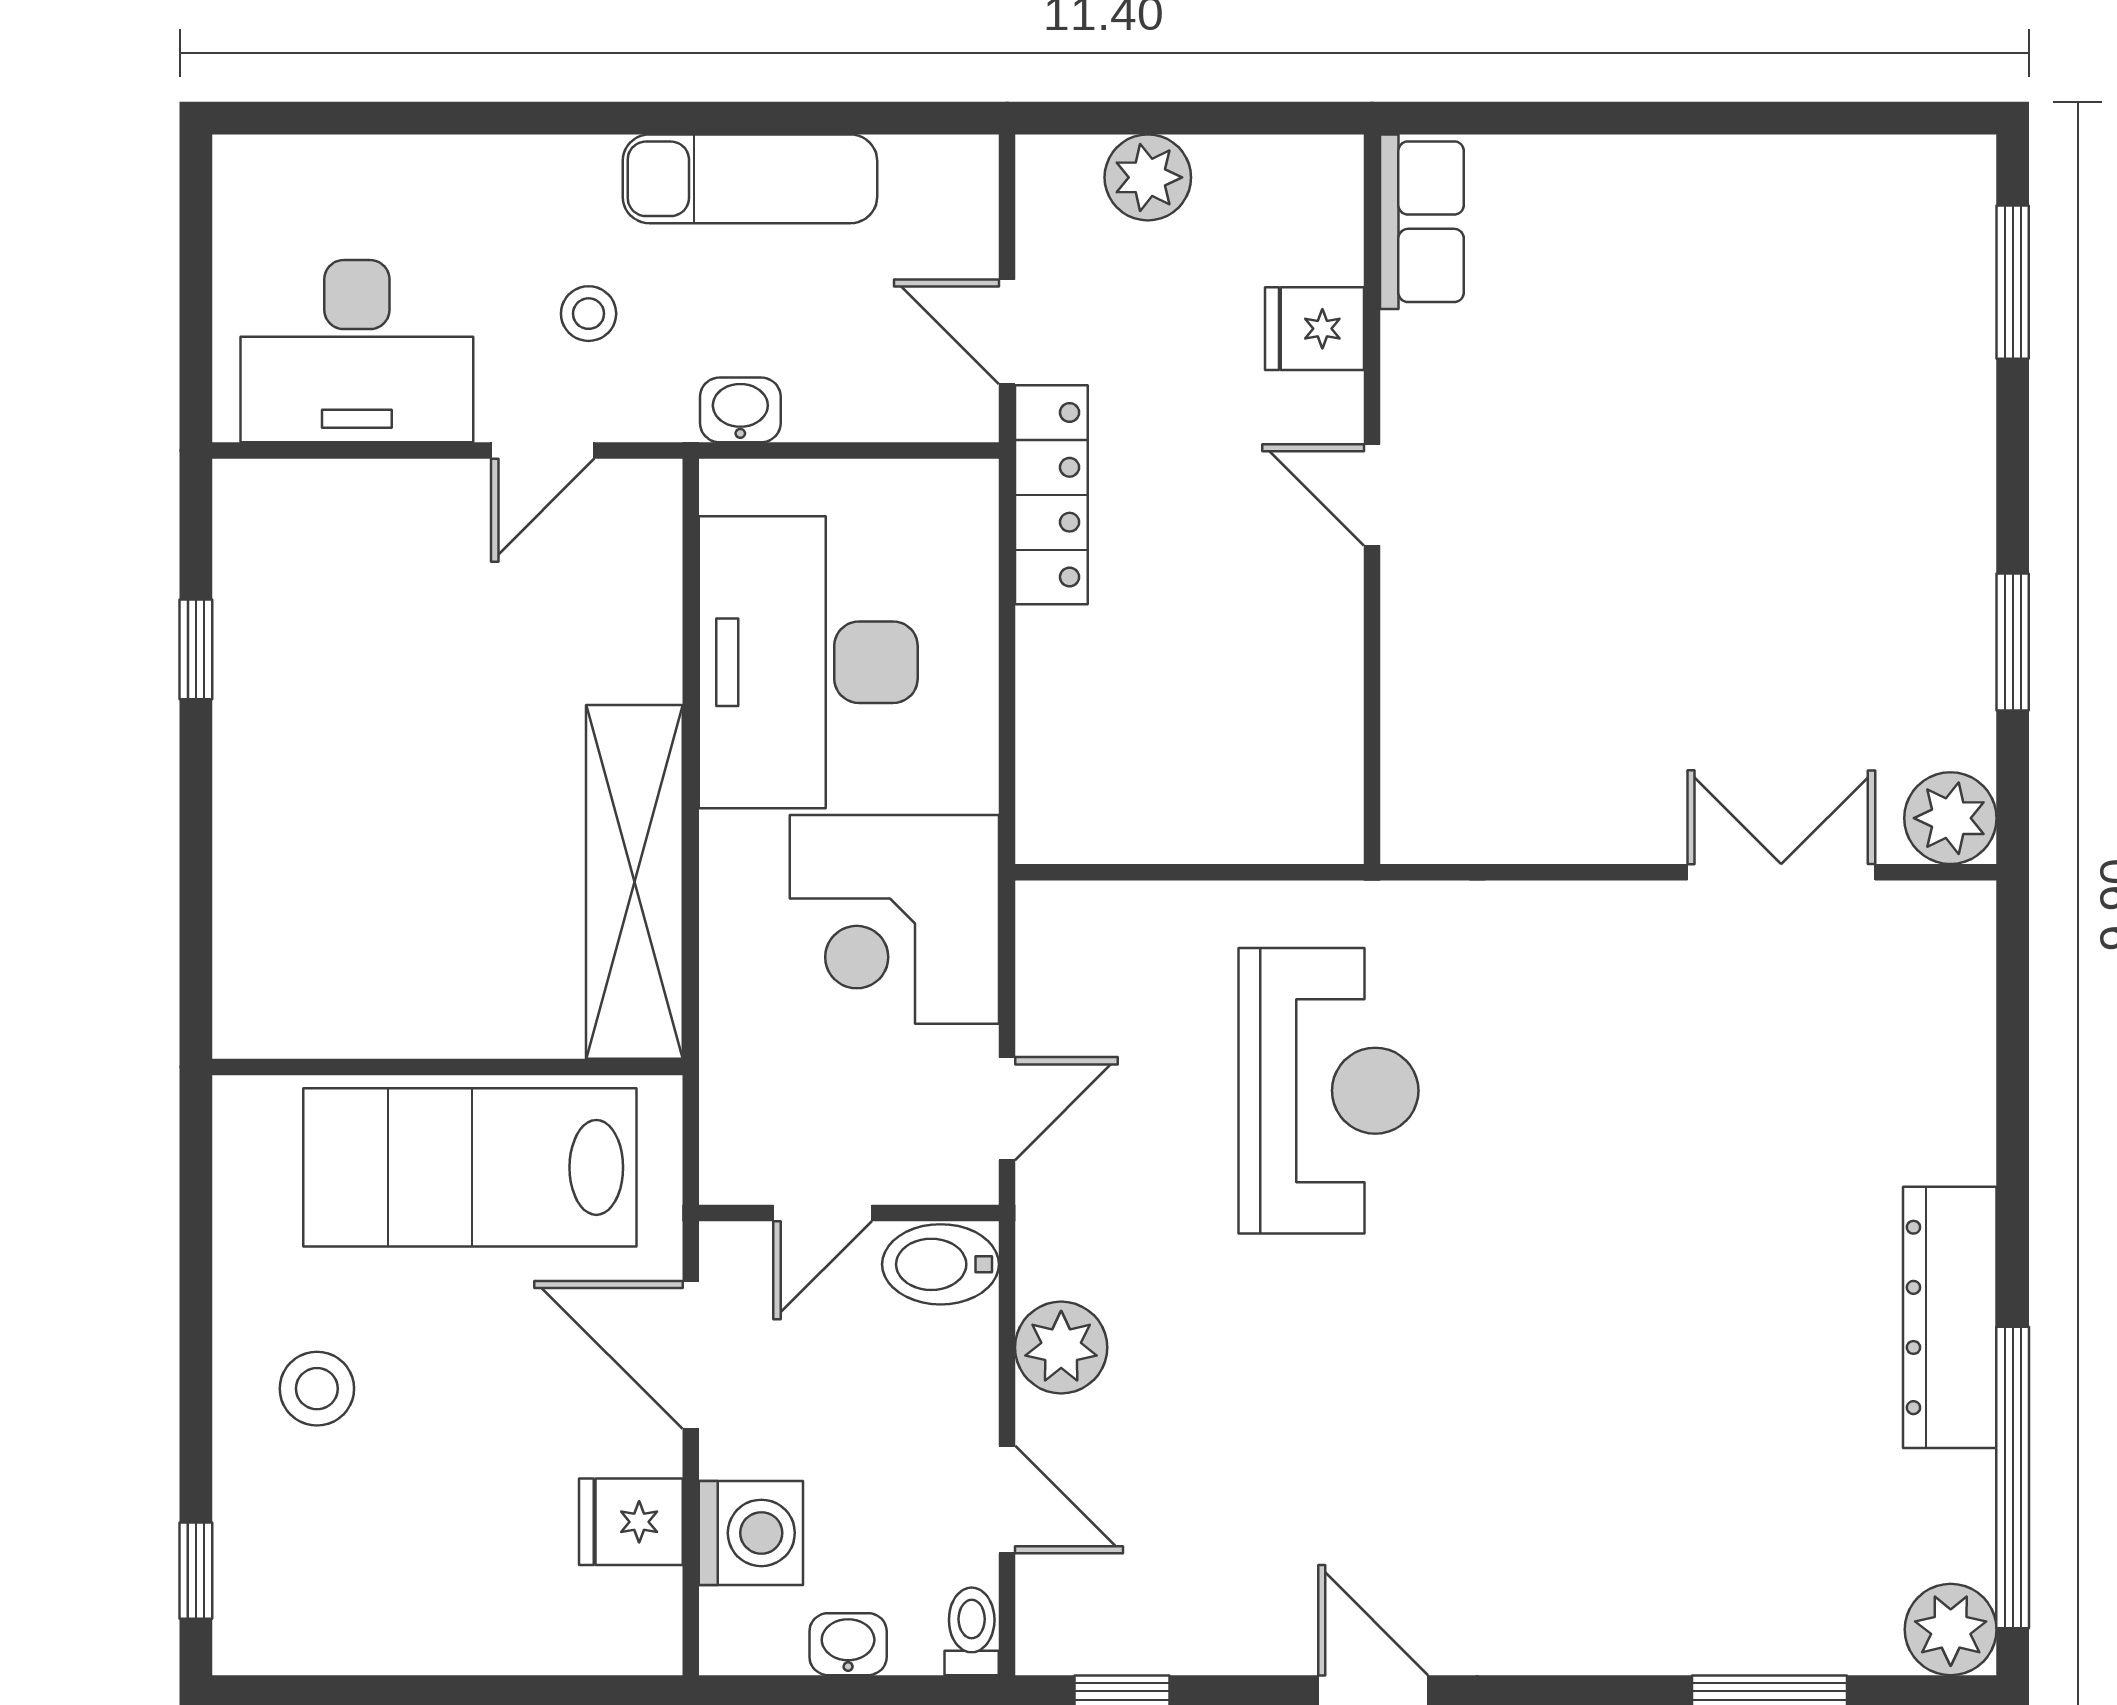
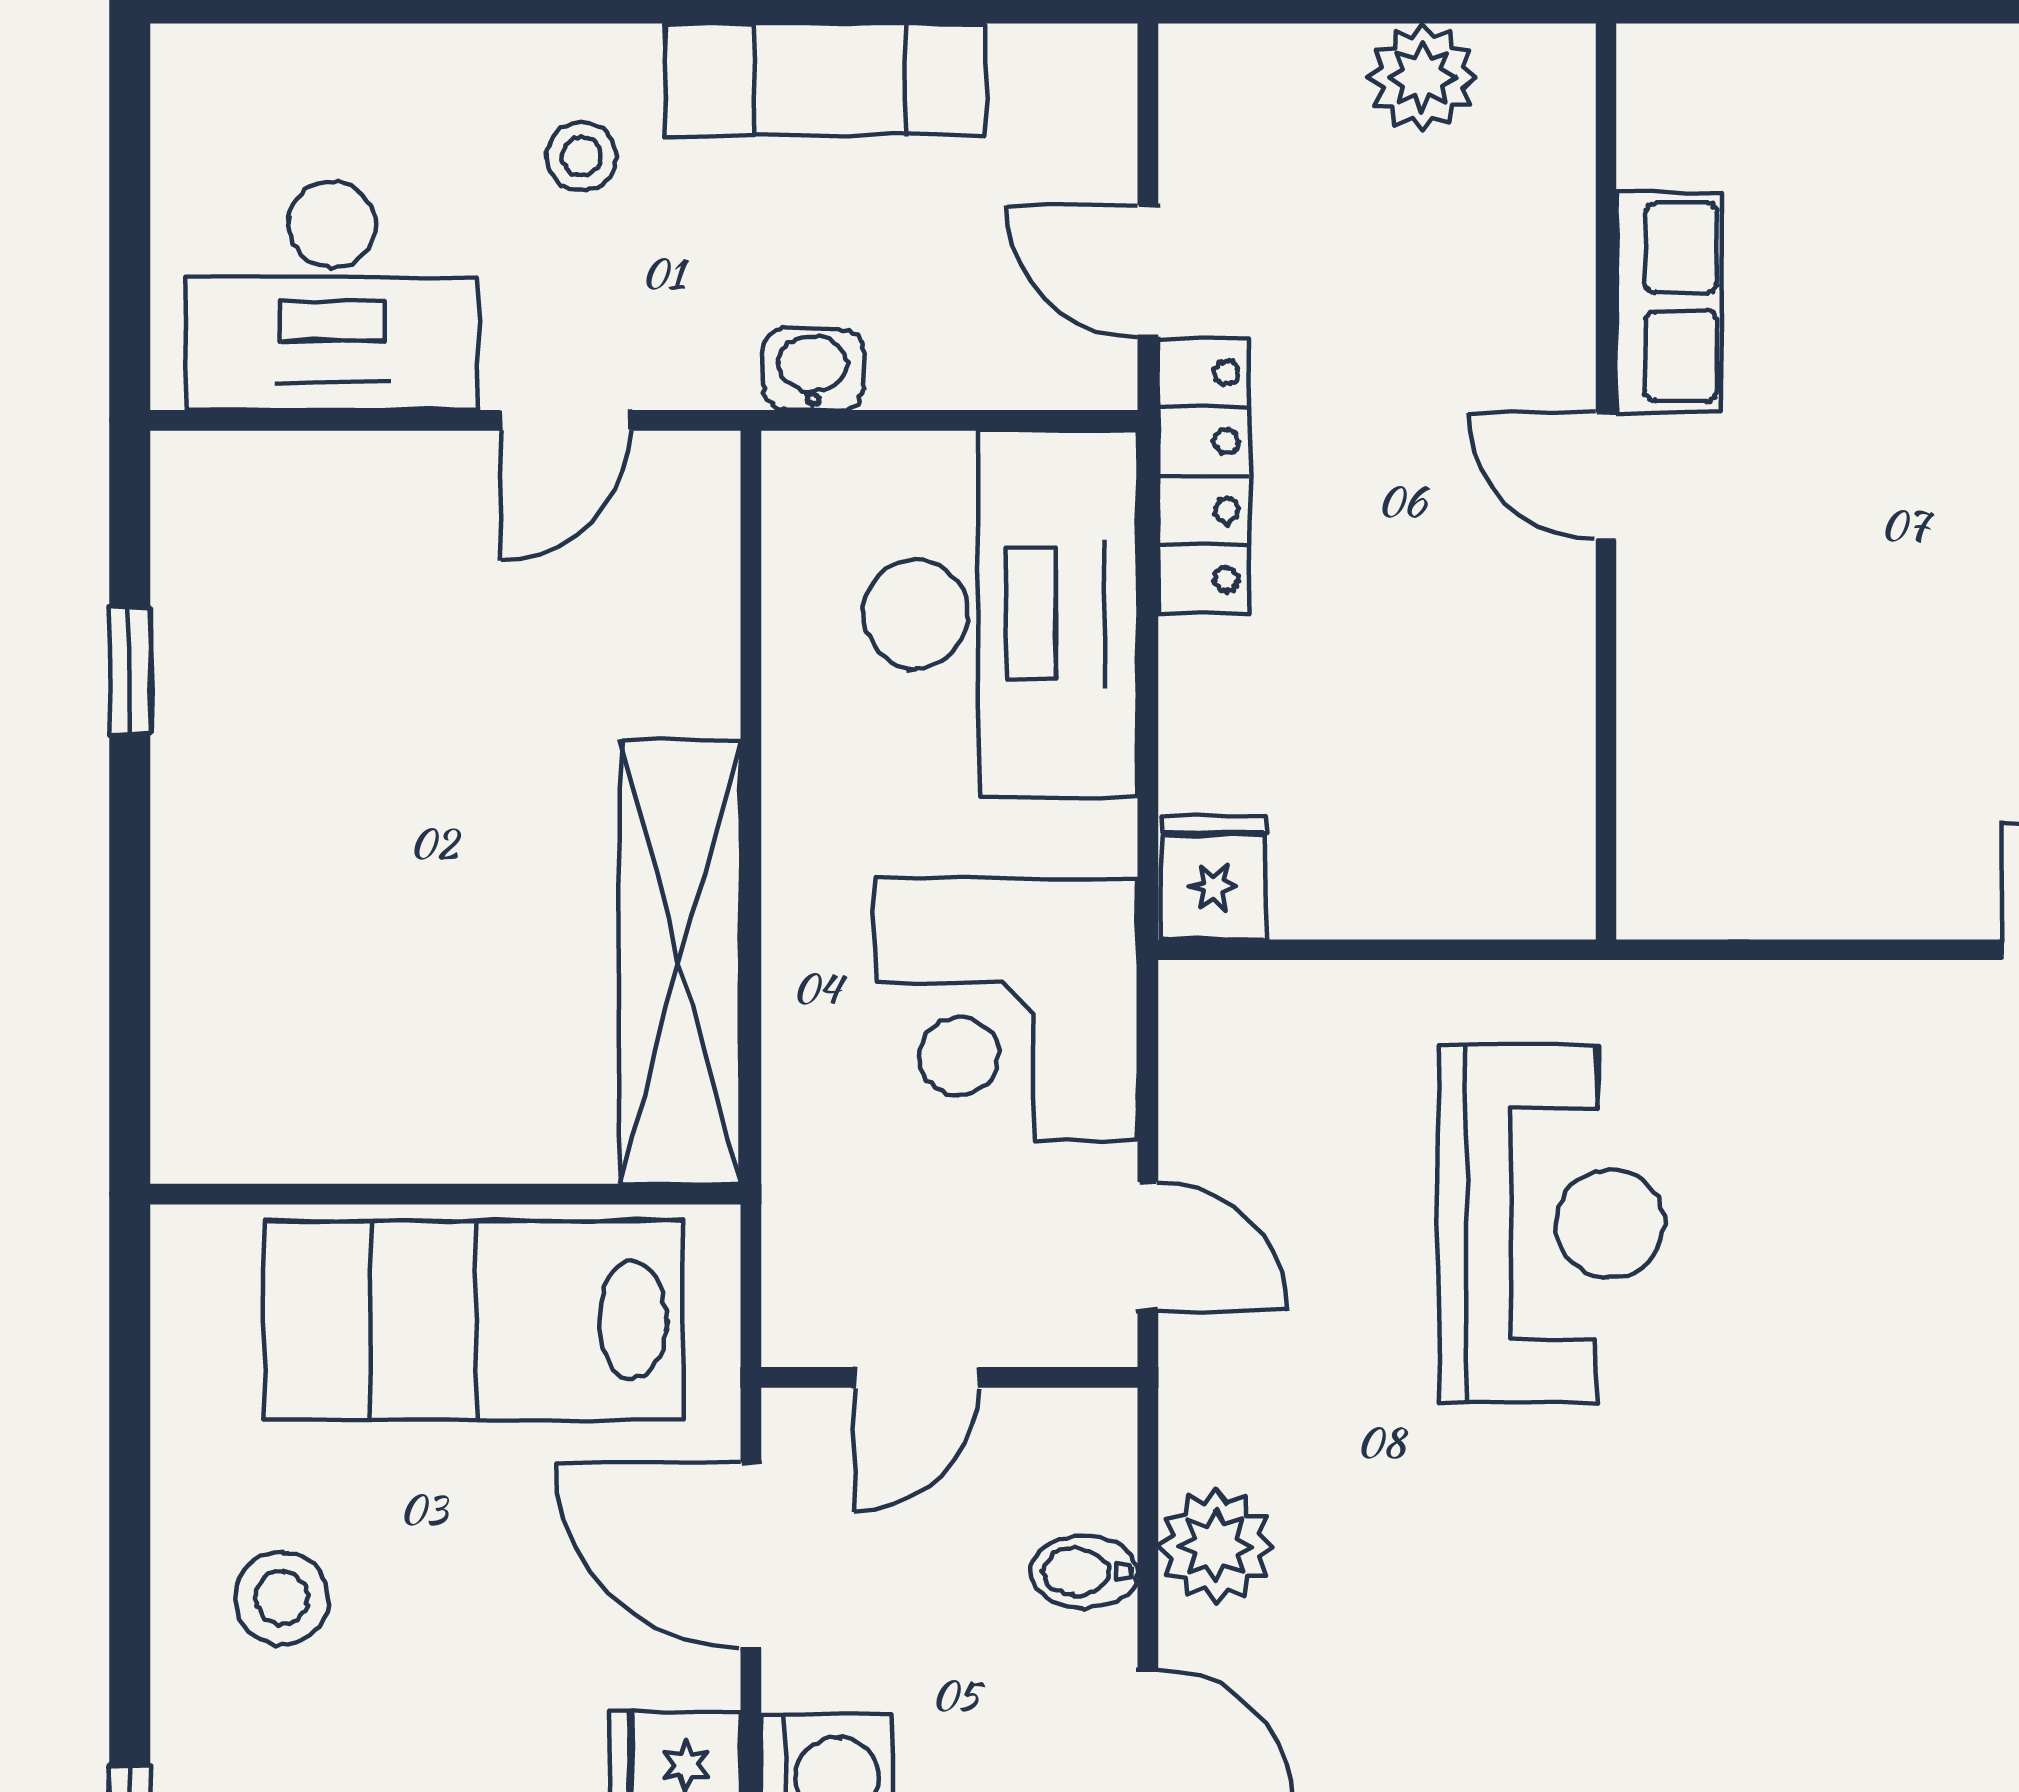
plant: (1148, 177) -> (1422, 77), moved
row of seats: (1422, 222) -> (1669, 302), moved
stool: (589, 314) -> (581, 156), moved
fridge: (1314, 329) -> (1214, 878), moved, turned 90
desk: (808, 662) -> (1000, 614), moved, turned 180
door: (1007, 1109) -> (1148, 1246), hinge flipped
bidet: (941, 1264) -> (1084, 1572), moved, width x0.72, depth x0.74

